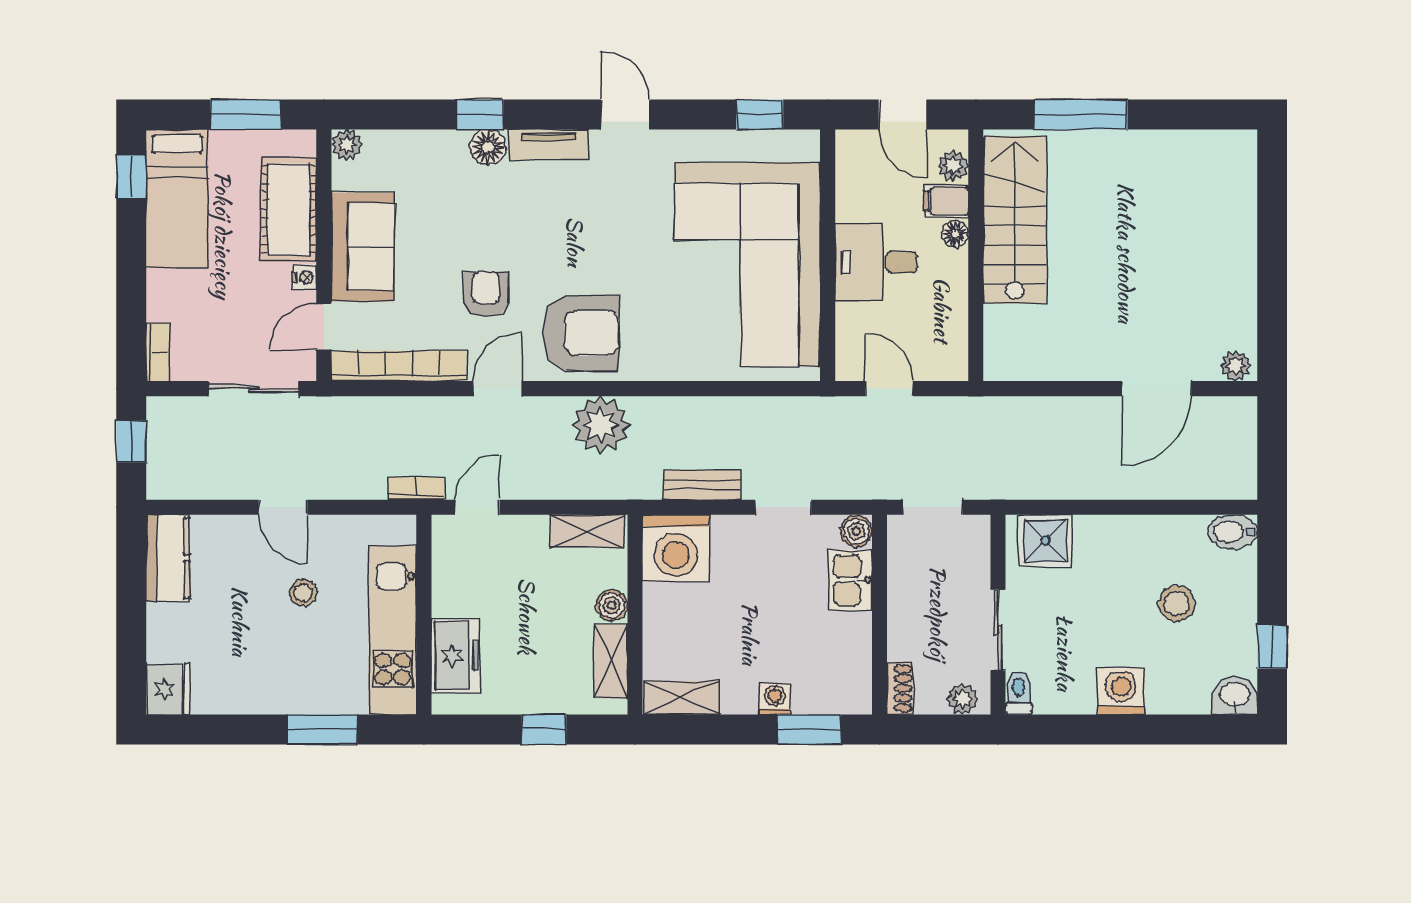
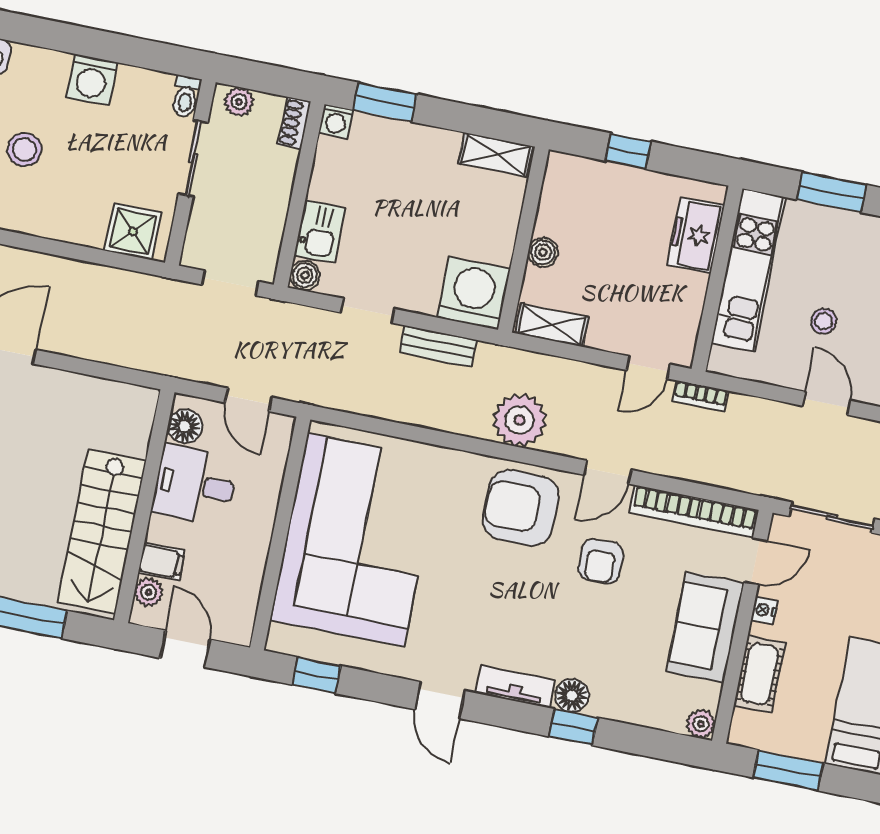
cot: (289, 209) -> (760, 674), width x0.73, depth x0.75
floor lamp: (955, 234) -> (185, 426), moved, width x1.37, depth x1.37
desk: (876, 262) -> (195, 485), moved, turned 180
shelving: (611, 661) -> (554, 201), removed
washing machine: (775, 699) -> (336, 121), moved

